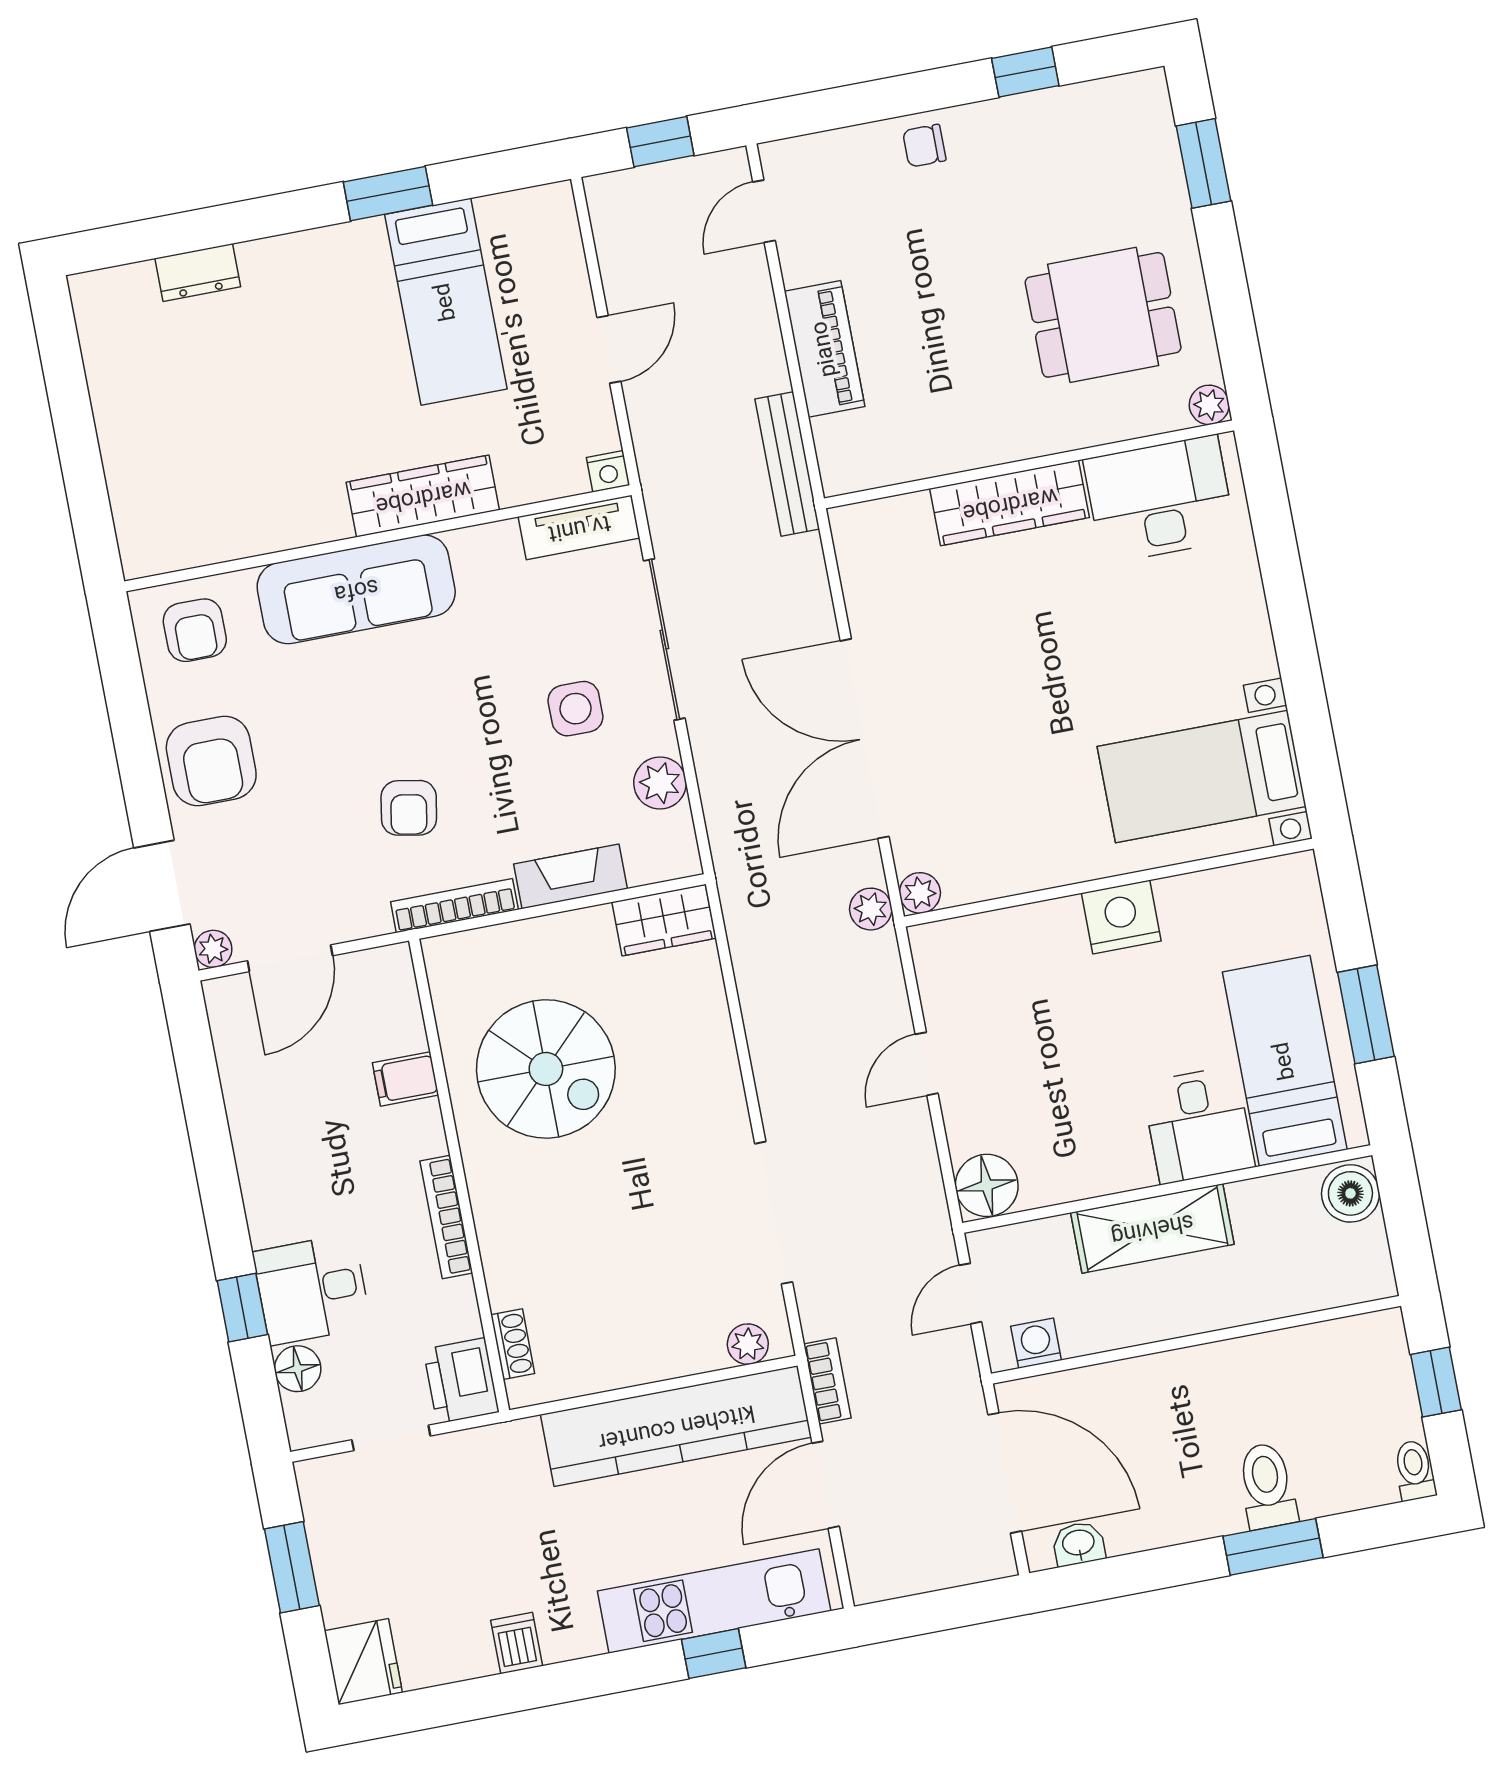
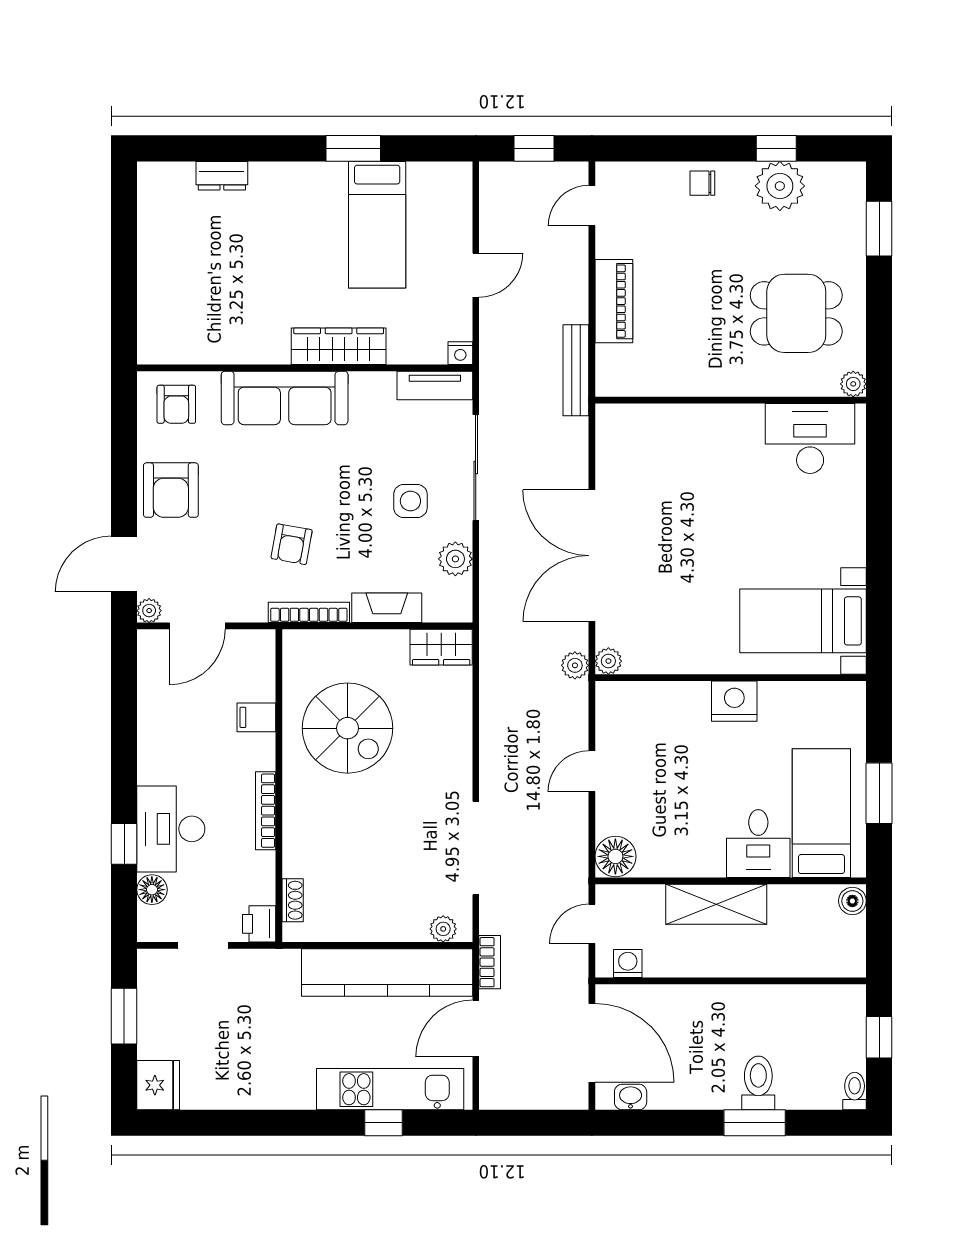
plant: (1042, 128) -> (780, 186), added
wardrobe: (1010, 503) -> (713, 422), removed
boiler: (1350, 1193) -> (852, 901), width x0.73, depth x0.73
desk: (312, 1289) -> (171, 829), width x1.37
printer: (461, 1381) -> (259, 924), width x0.73, depth x0.81
dishwasher: (517, 1643) -> (259, 1092), removed

